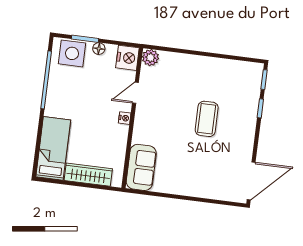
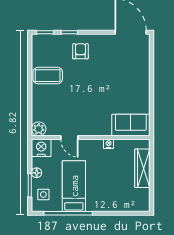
side table: (72, 53) -> (43, 195), width x0.54, depth x0.54
nightstand: (125, 118) -> (109, 144), moved
coffee table: (207, 119) -> (48, 76), moved
armchair: (236, 119) -> (80, 51), added
bed: (53, 148) -> (74, 186), moved, turned 90

